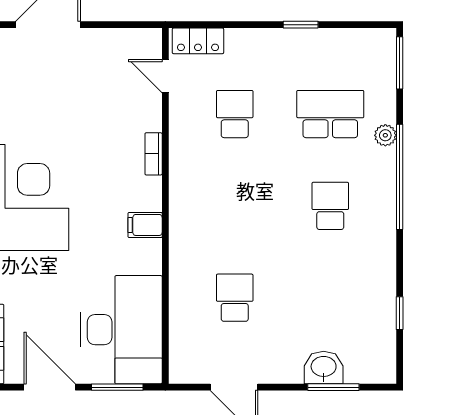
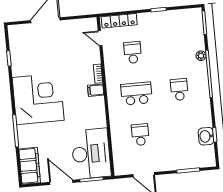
locker: (198, 41) -> (119, 21), width x1.53
school desk: (330, 114) -> (136, 94), moved
filing cabinet: (145, 225) -> (96, 90), moved
washbasin: (324, 367) -> (206, 136), moved, turned -90

